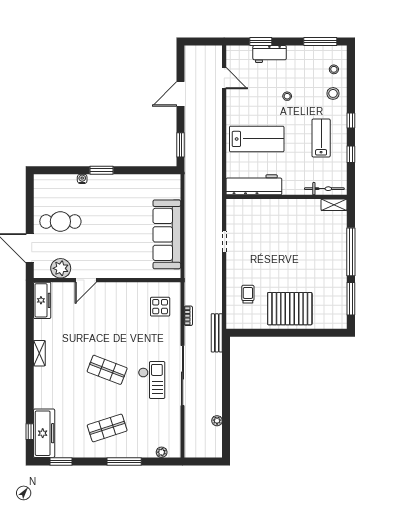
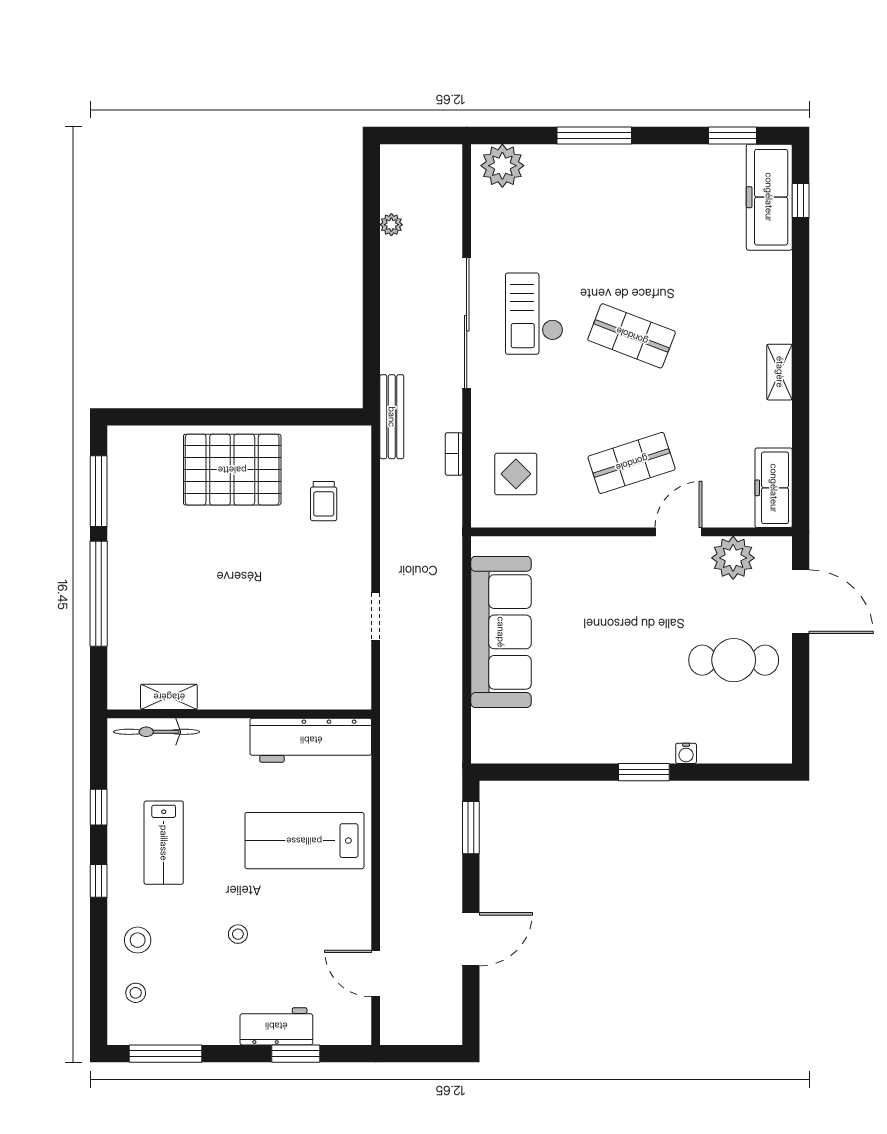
shelving: (334, 205) -> (169, 697), moved
shop shelf: (107, 428) -> (632, 463), moved
plant: (162, 452) -> (502, 166), width x1.87, depth x1.87

